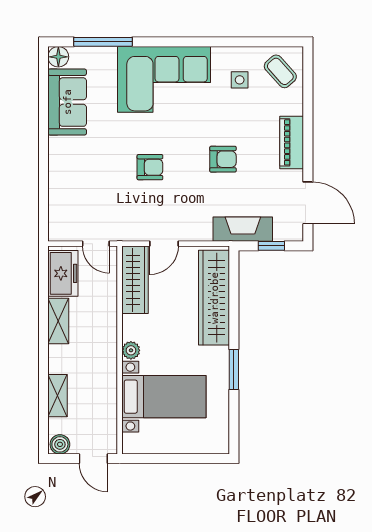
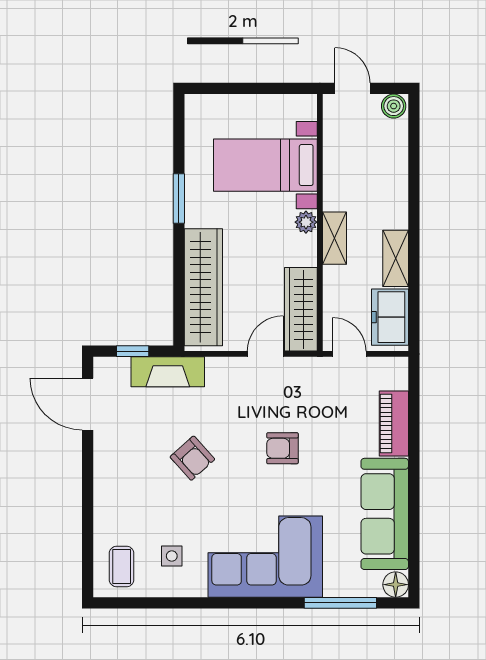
coffee table: (280, 71) -> (122, 567), turned 42
sofa: (67, 102) -> (385, 514), width x1.36
piano: (292, 142) -> (394, 424), moved, turned 180
armchair: (223, 159) -> (192, 458), turned -132
shelving: (58, 396) -> (334, 238), moved

